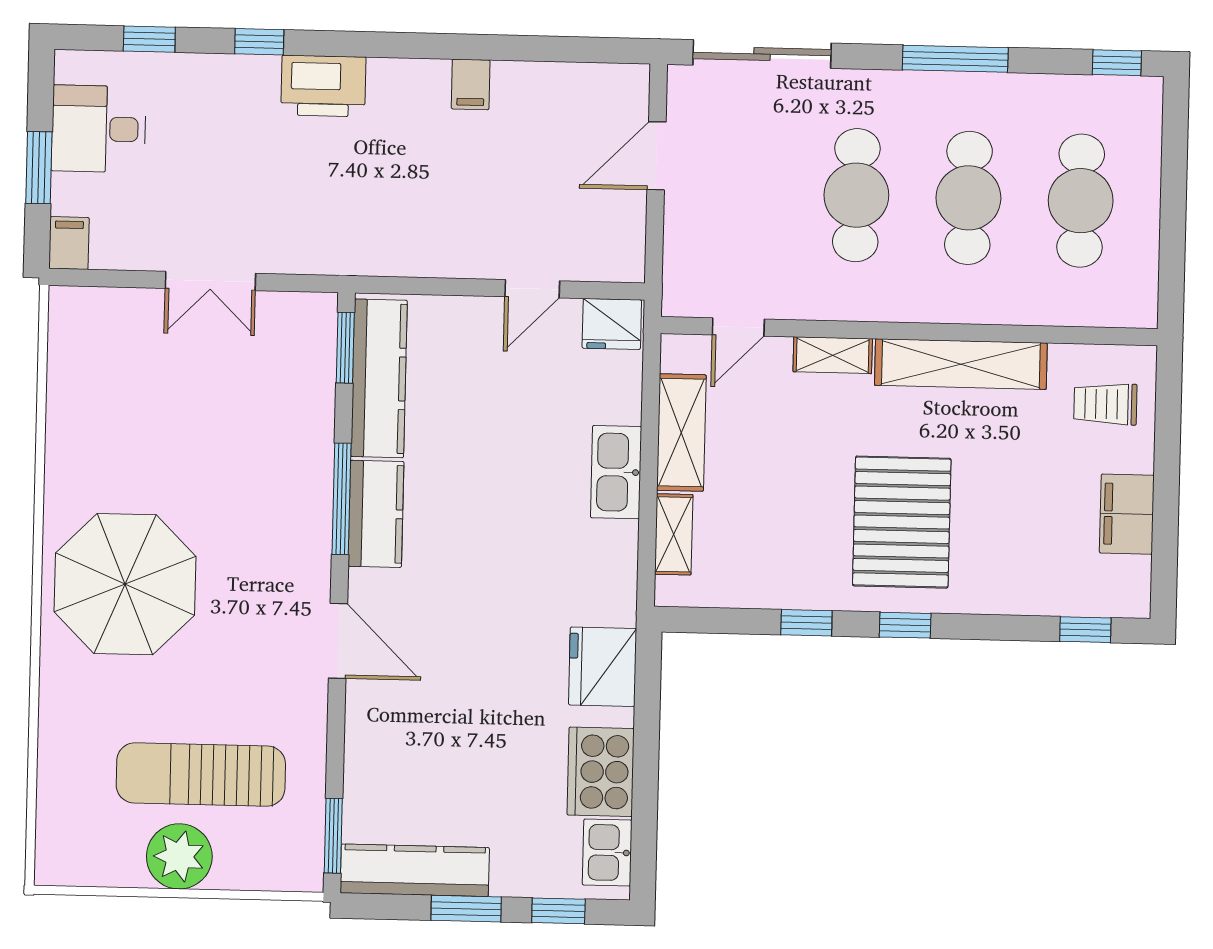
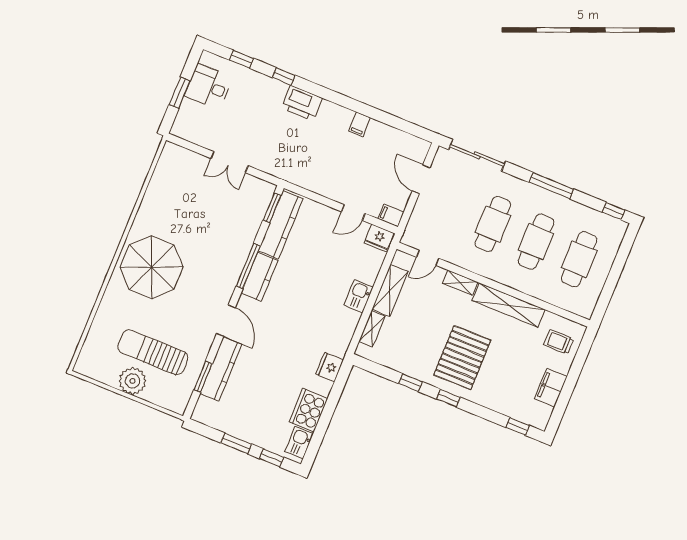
door: (656, 156) -> (421, 179), hinge flipped
filing cabinet: (69, 243) -> (391, 215), moved, turned -90
kitchen sink: (616, 472) -> (359, 296), width x0.73
fridge: (603, 667) -> (330, 367), width x0.73, depth x0.75
window: (333, 836) -> (203, 377), moved
kitchen counter: (415, 870) -> (221, 369), moved, turned 90

